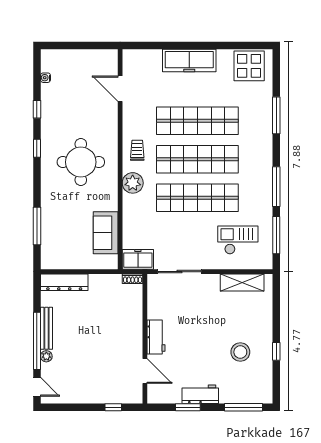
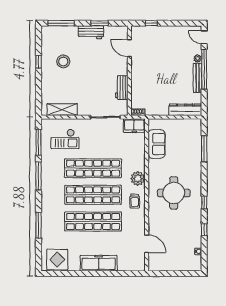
workbench: (156, 337) -> (122, 88), moved

